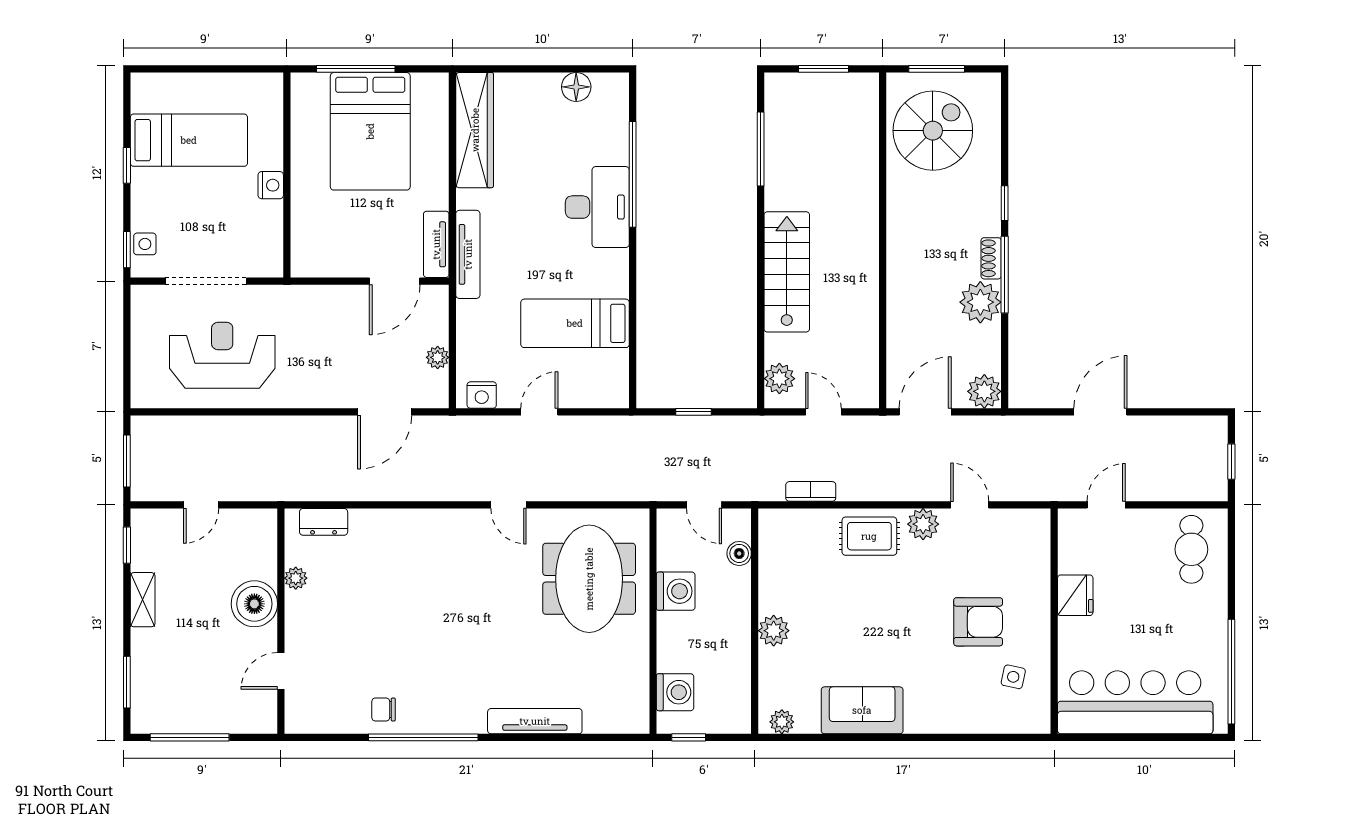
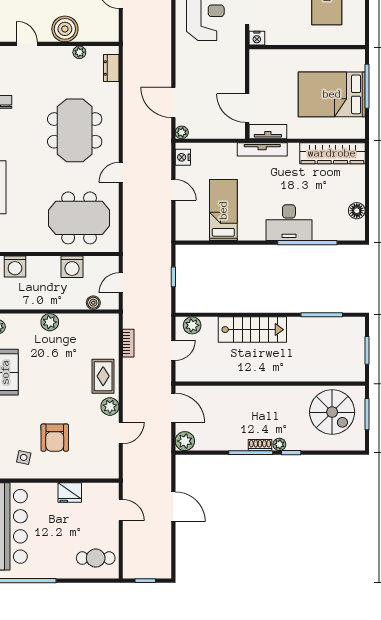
nightstand: (271, 185) -> (257, 38), moved
plant: (980, 302) -> (279, 444), moved, width x0.53, depth x0.53
plant: (438, 357) -> (182, 132), moved
meeting table: (434, 586) -> (75, 130), added

